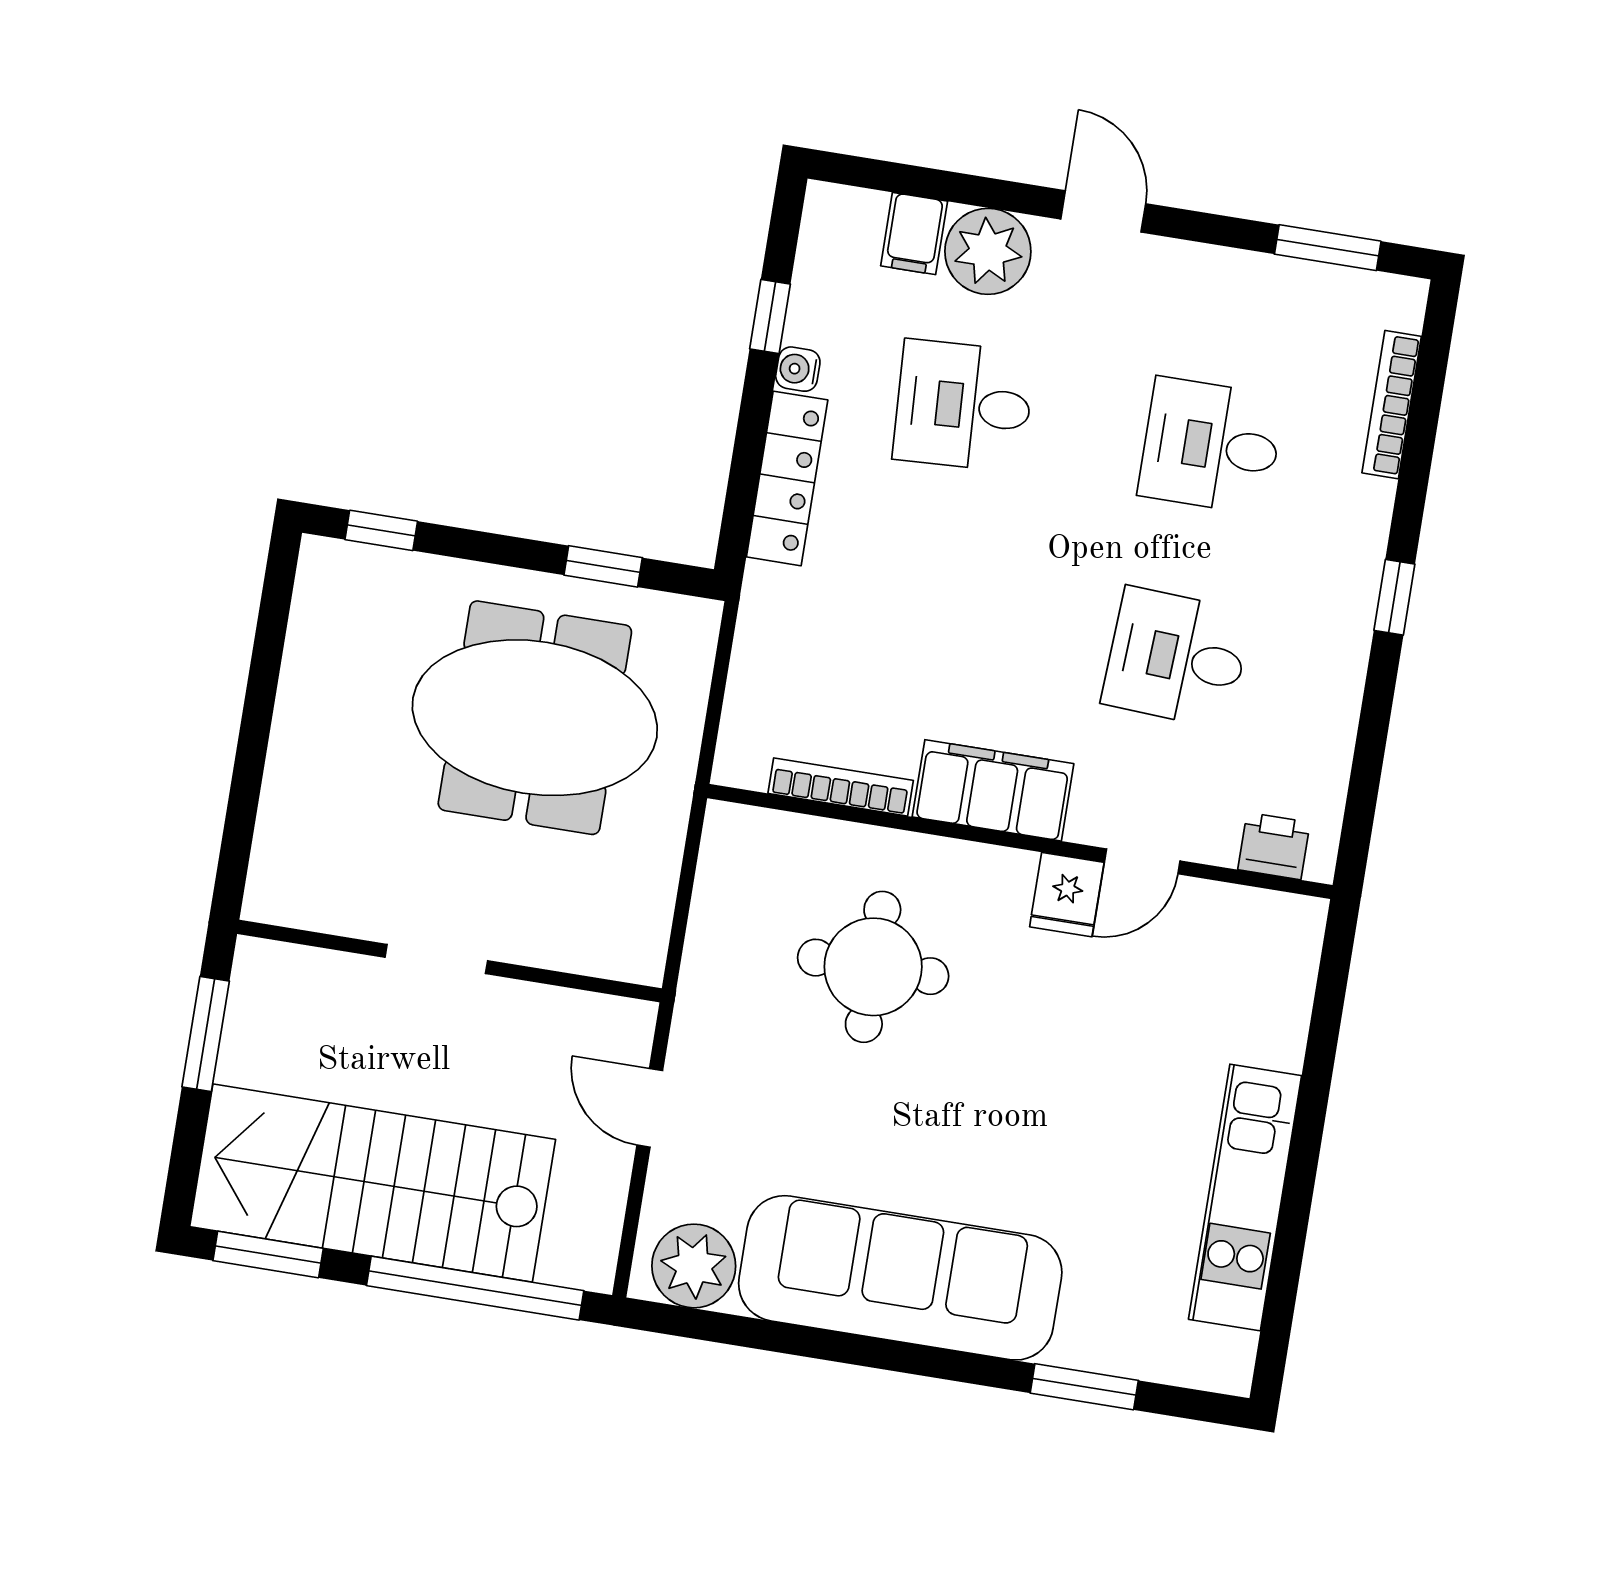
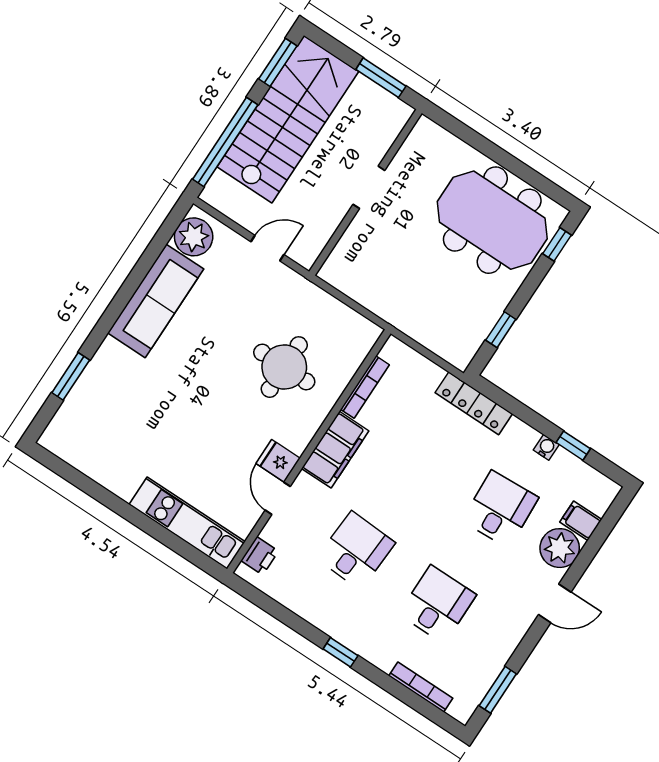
locker: (787, 478) -> (474, 403), moved
meeting table: (535, 718) -> (492, 220), moved, turned 90
kitchen unit: (1245, 1198) -> (187, 523), moved
sofa: (900, 1278) -> (156, 301), width x0.74, depth x0.79

